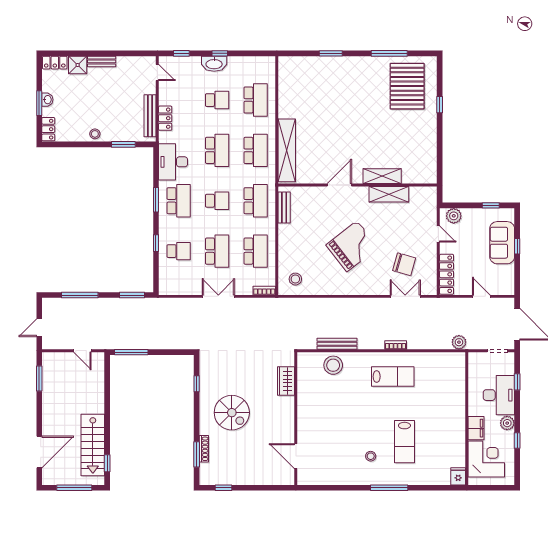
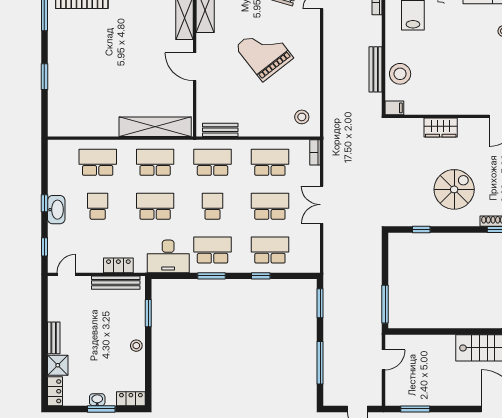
school desk: (179, 251) -> (270, 250), width x1.85
filing cabinet: (303, 360) -> (394, 108), added
wardrobe: (286, 381) -> (441, 128), moved

